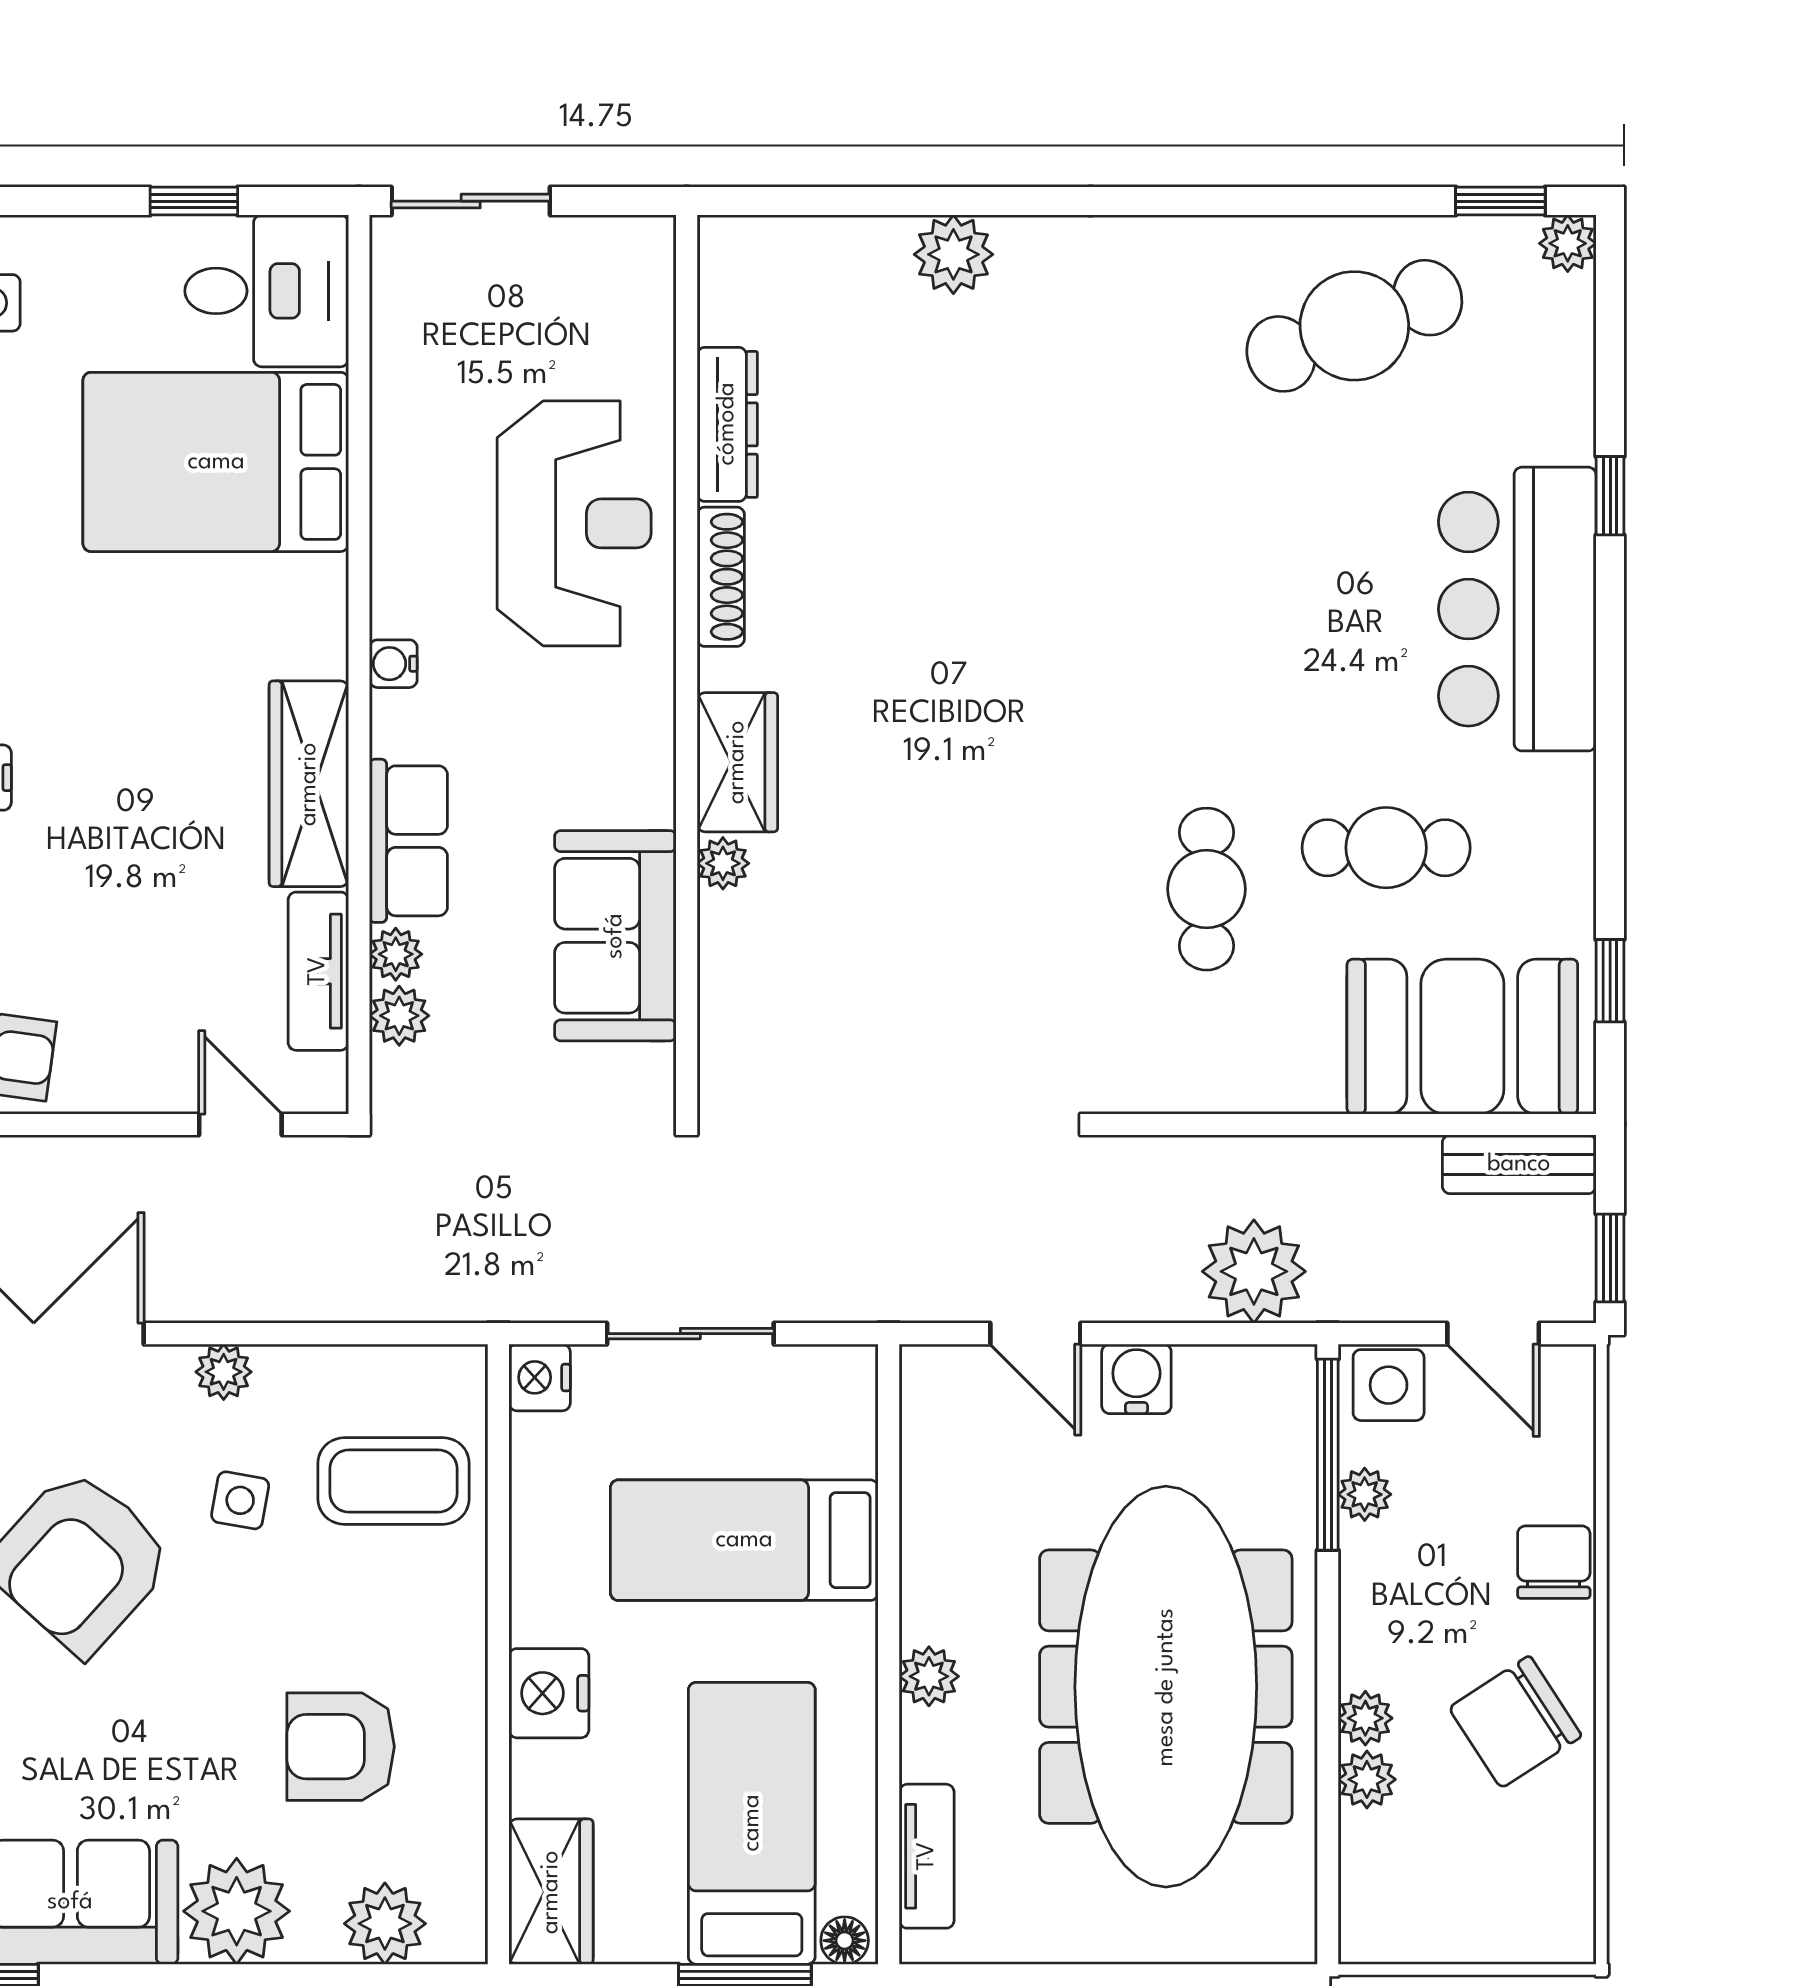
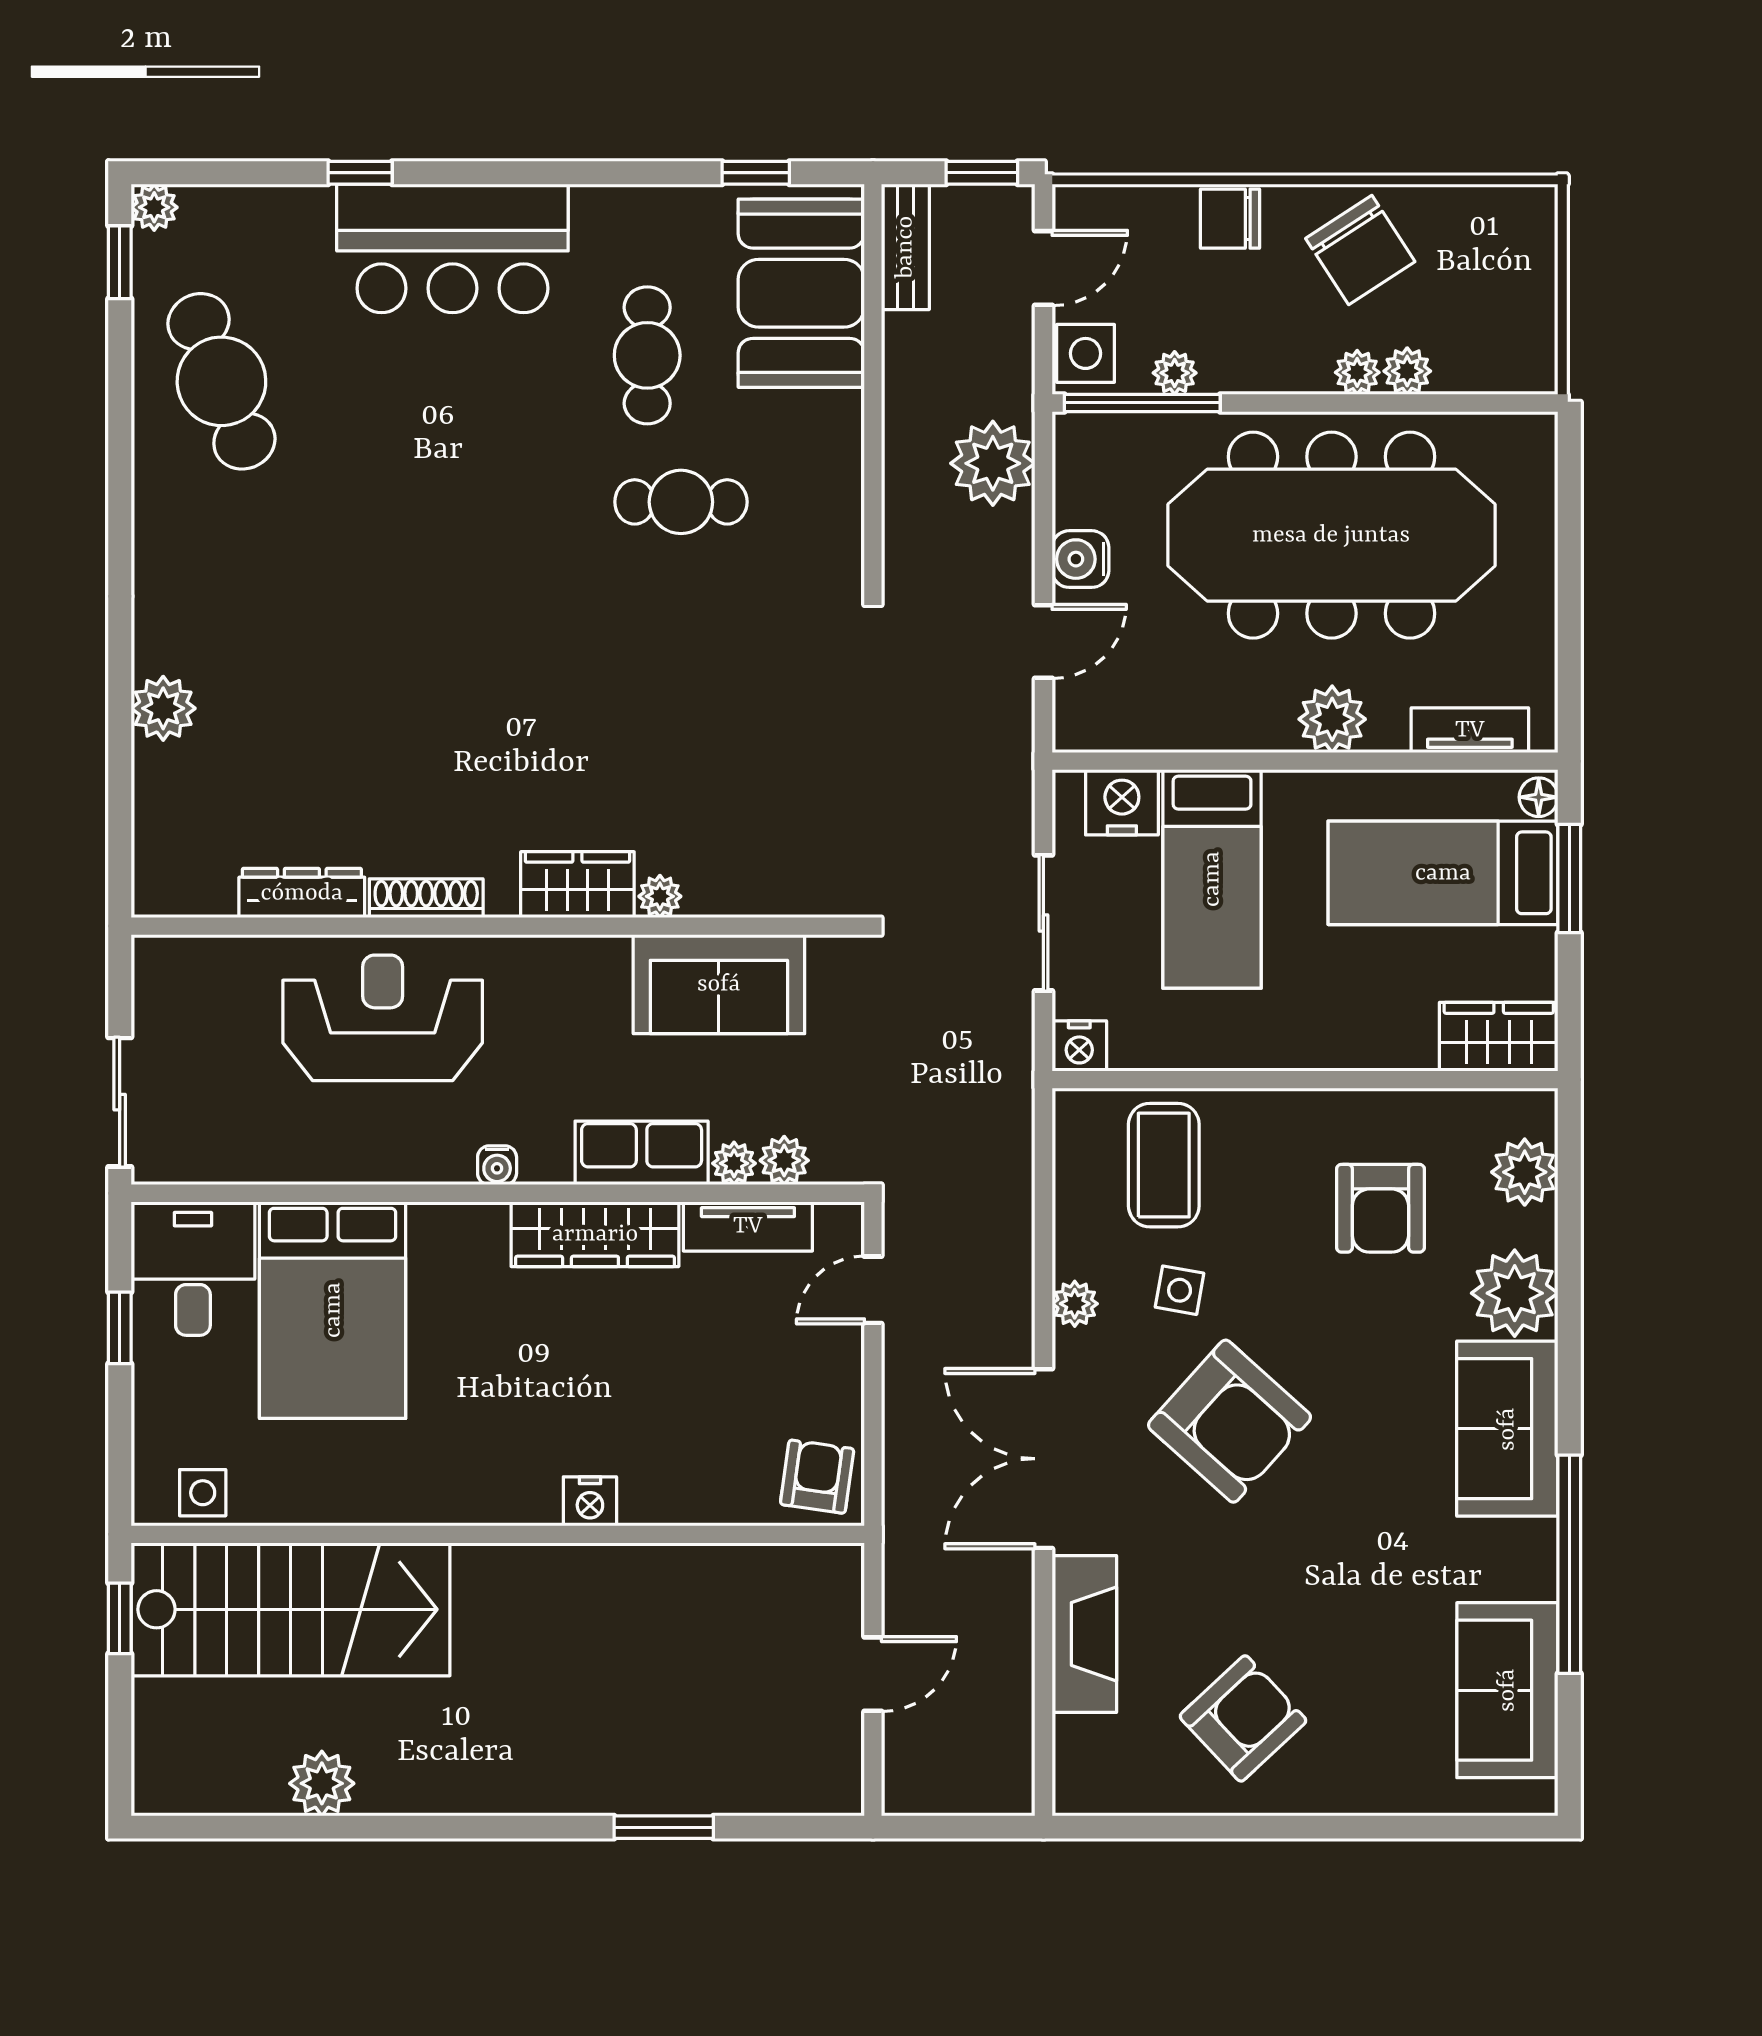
plant: (929, 1676) -> (1332, 719), width x1.38, depth x1.38
nightstand: (549, 1693) -> (1122, 802), moved, turned 180

